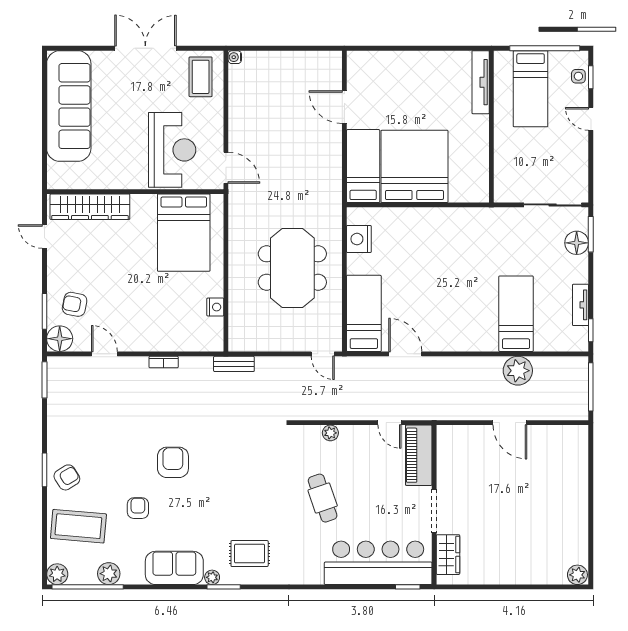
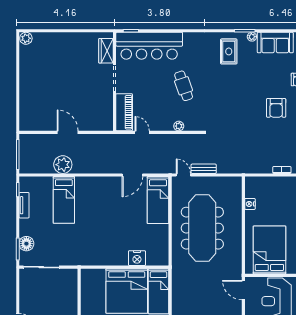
nightstand: (359, 239) -> (137, 258), moved, turned 90
meeting table: (292, 268) -> (202, 228), width x1.36
door: (405, 354) -> (132, 175), hinge flipped
bench: (234, 364) -> (204, 169), moved
rug: (250, 554) -> (229, 51), turned 90

